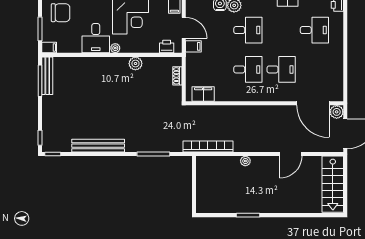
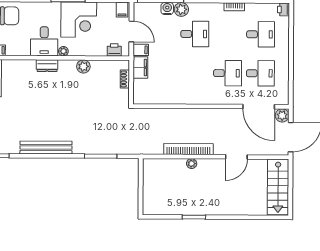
dresser: (99, 63) -> (47, 66), added
desk: (248, 69) -> (260, 73), moved
filing cabinet: (203, 94) -> (140, 67), moved, turned 90
bookcase: (208, 146) -> (188, 149), moved

